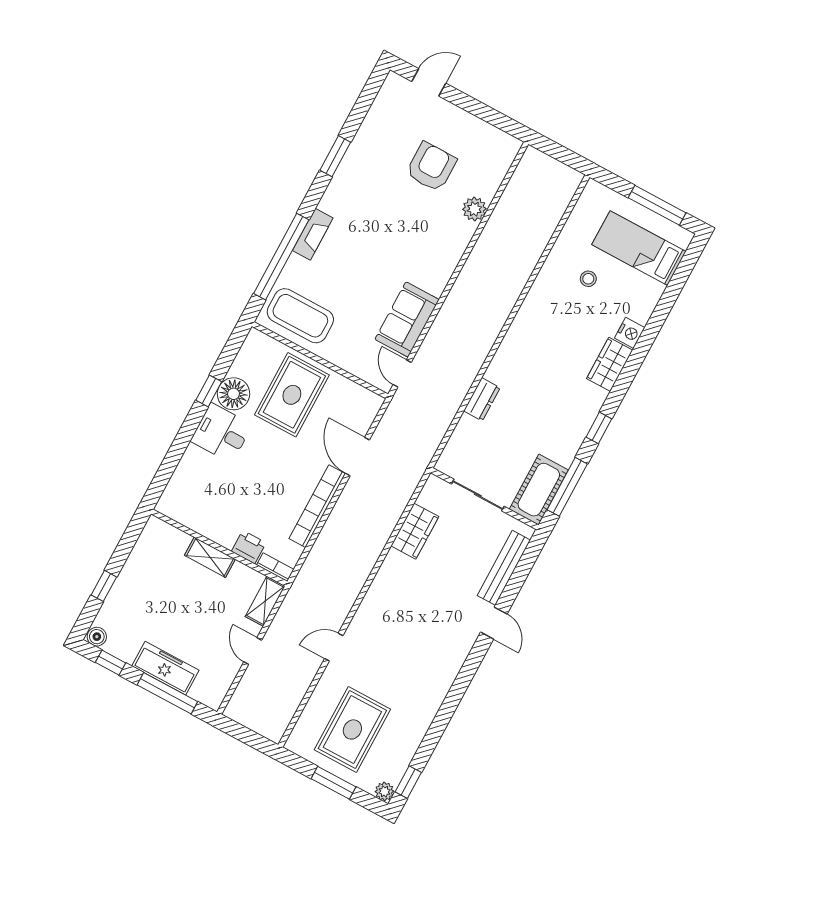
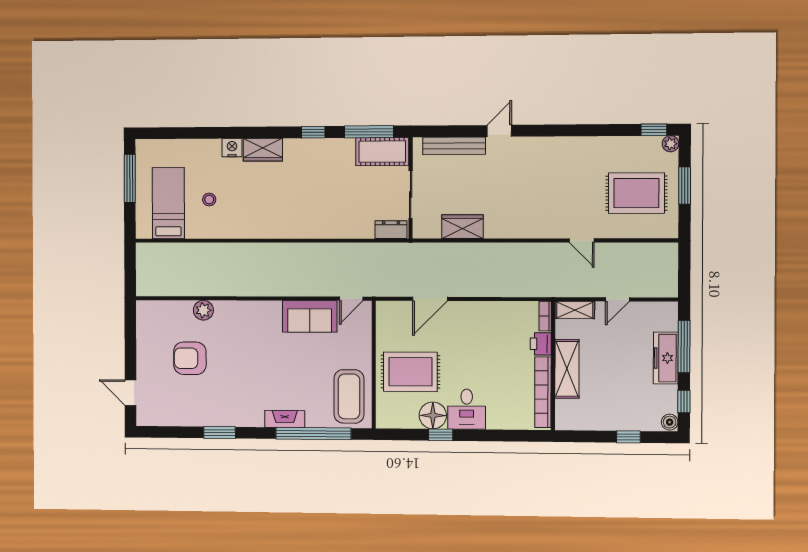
bed: (639, 248) -> (168, 203), moved, turned 180
dresser: (482, 399) -> (391, 230), moved
bookcase: (317, 506) -> (543, 392), moved, turned 90
shelving: (210, 557) -> (567, 369), width x1.50, depth x1.33

